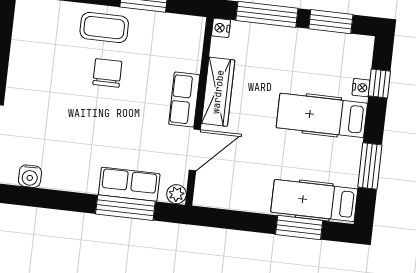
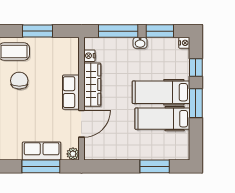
nightstand: (221, 28) -> (89, 56), moved
washbasin: (298, 36) -> (140, 43), added
nightstand: (361, 88) -> (184, 43), moved
window: (370, 166) -> (196, 103), moved
hospital bed: (314, 201) -> (162, 119), moved

